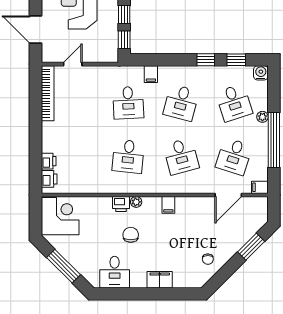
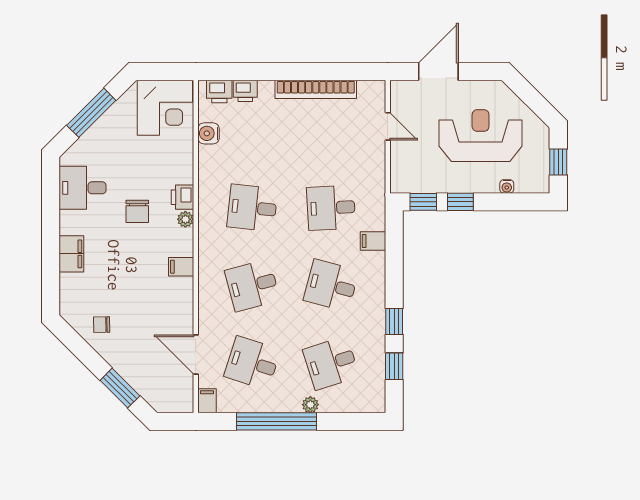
water cooler: (261, 73) -> (208, 133), moved, turned 180
bookcase: (48, 93) -> (316, 89), moved
chair: (131, 235) -> (137, 211), turned 90

